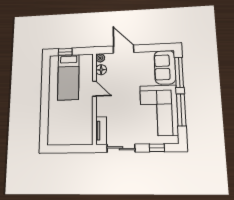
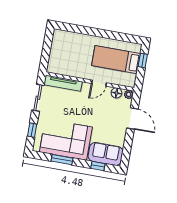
door: (123, 49) -> (132, 119), hinge flipped
window: (179, 72) -> (98, 166), width x0.46
window: (181, 110) -> (62, 160), width x0.69
tv unit: (101, 131) -> (63, 83), width x1.41

